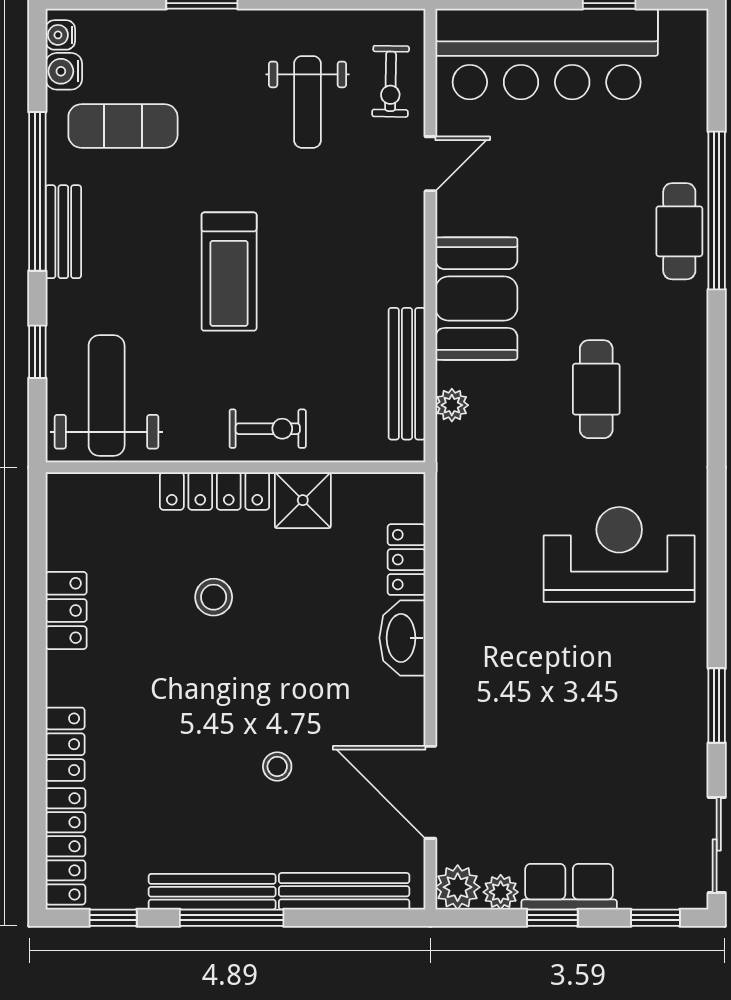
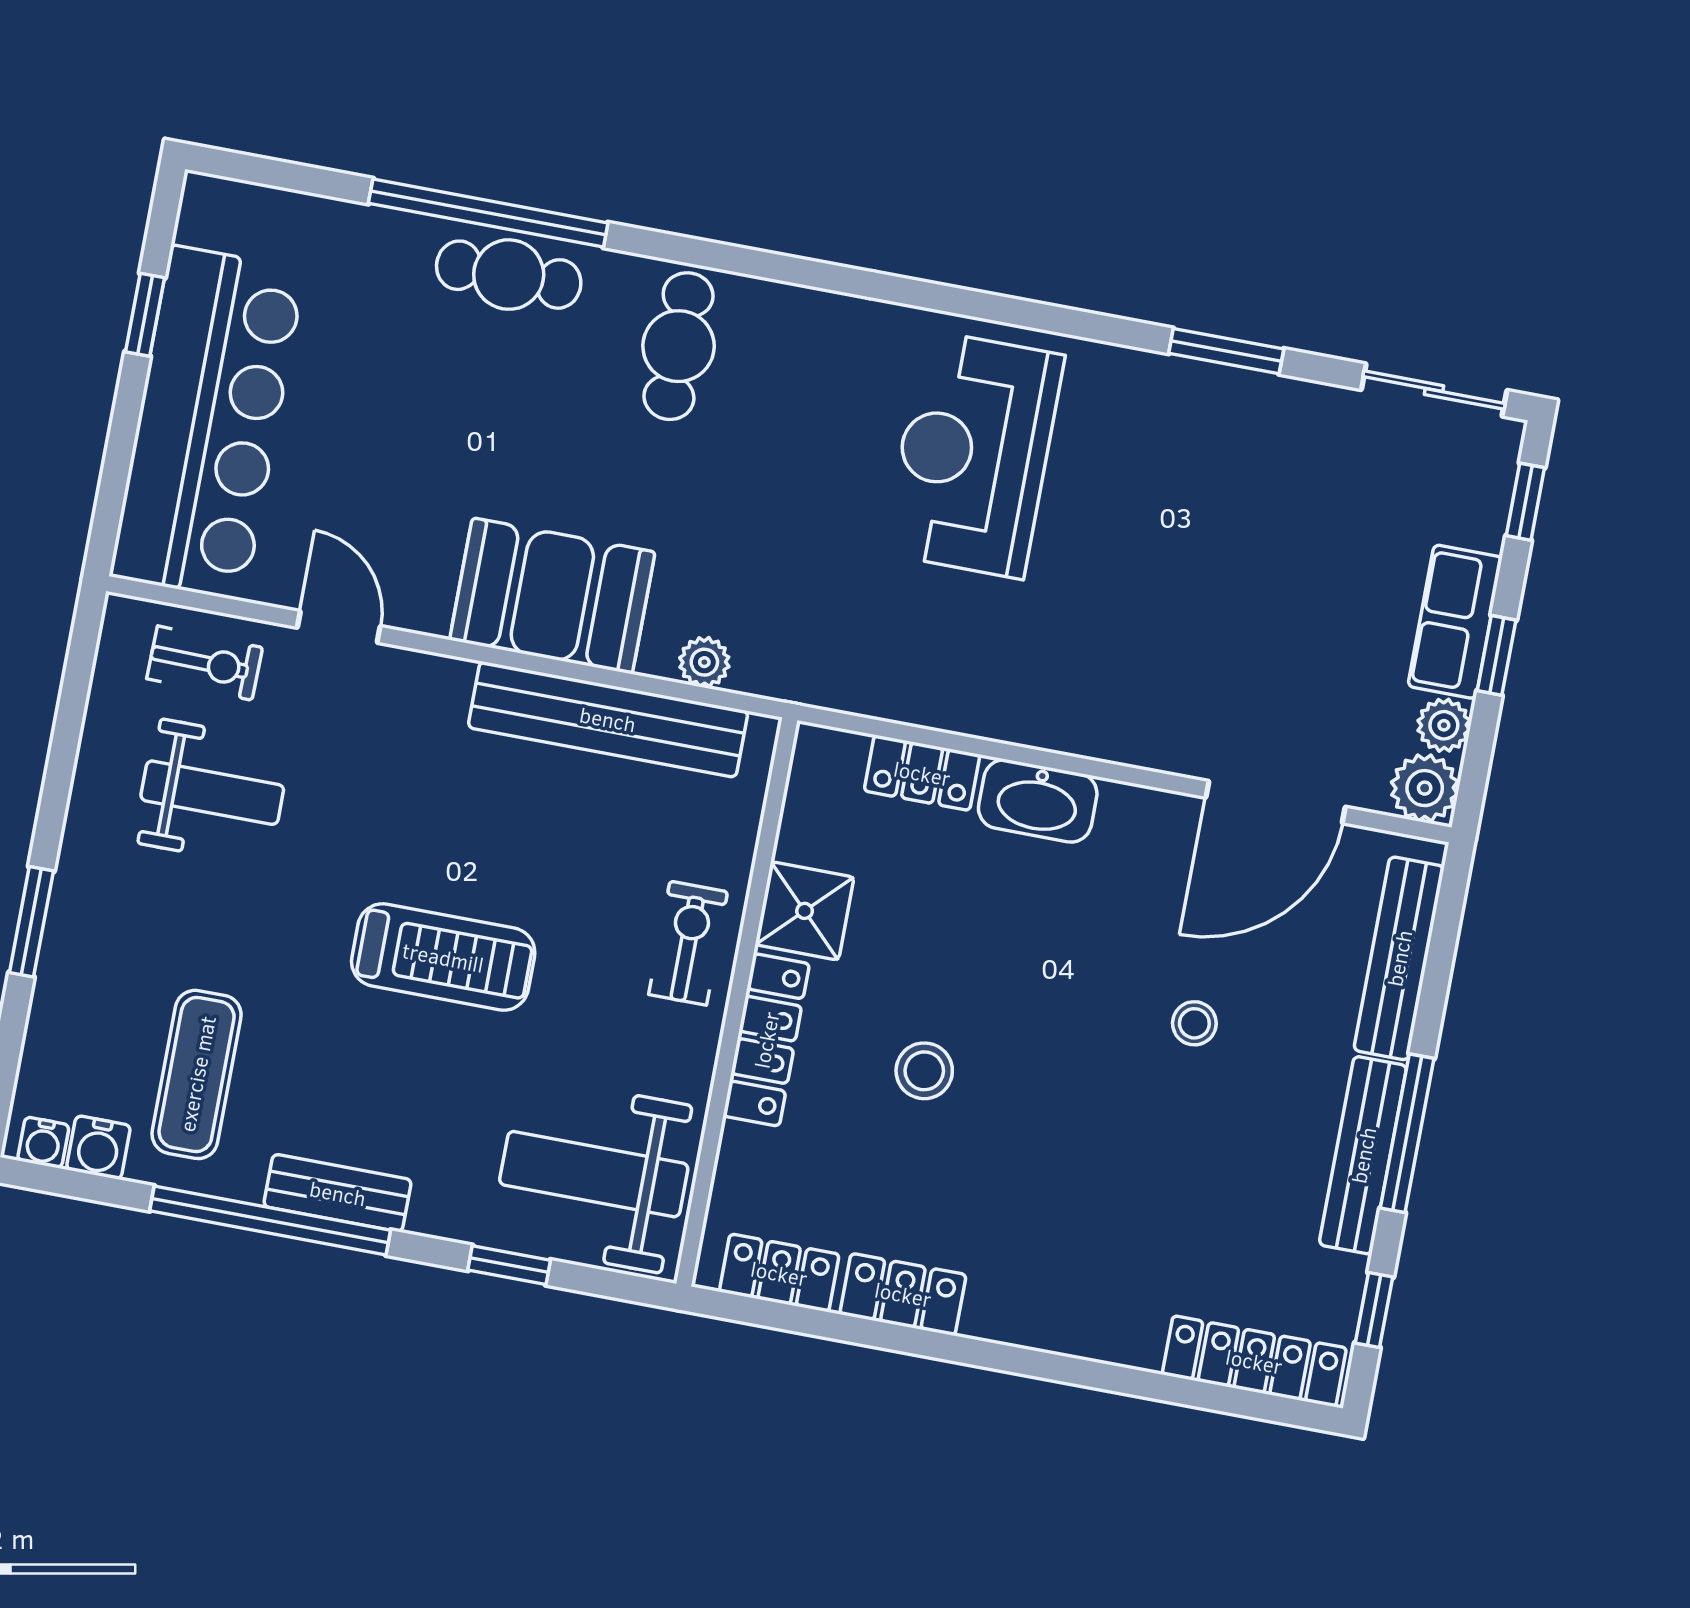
bench: (407, 374) -> (608, 719), width x1.37, depth x1.21
cafe table: (596, 389) -> (679, 346), moved, turned 90
locker: (65, 744) -> (779, 1273), moved

